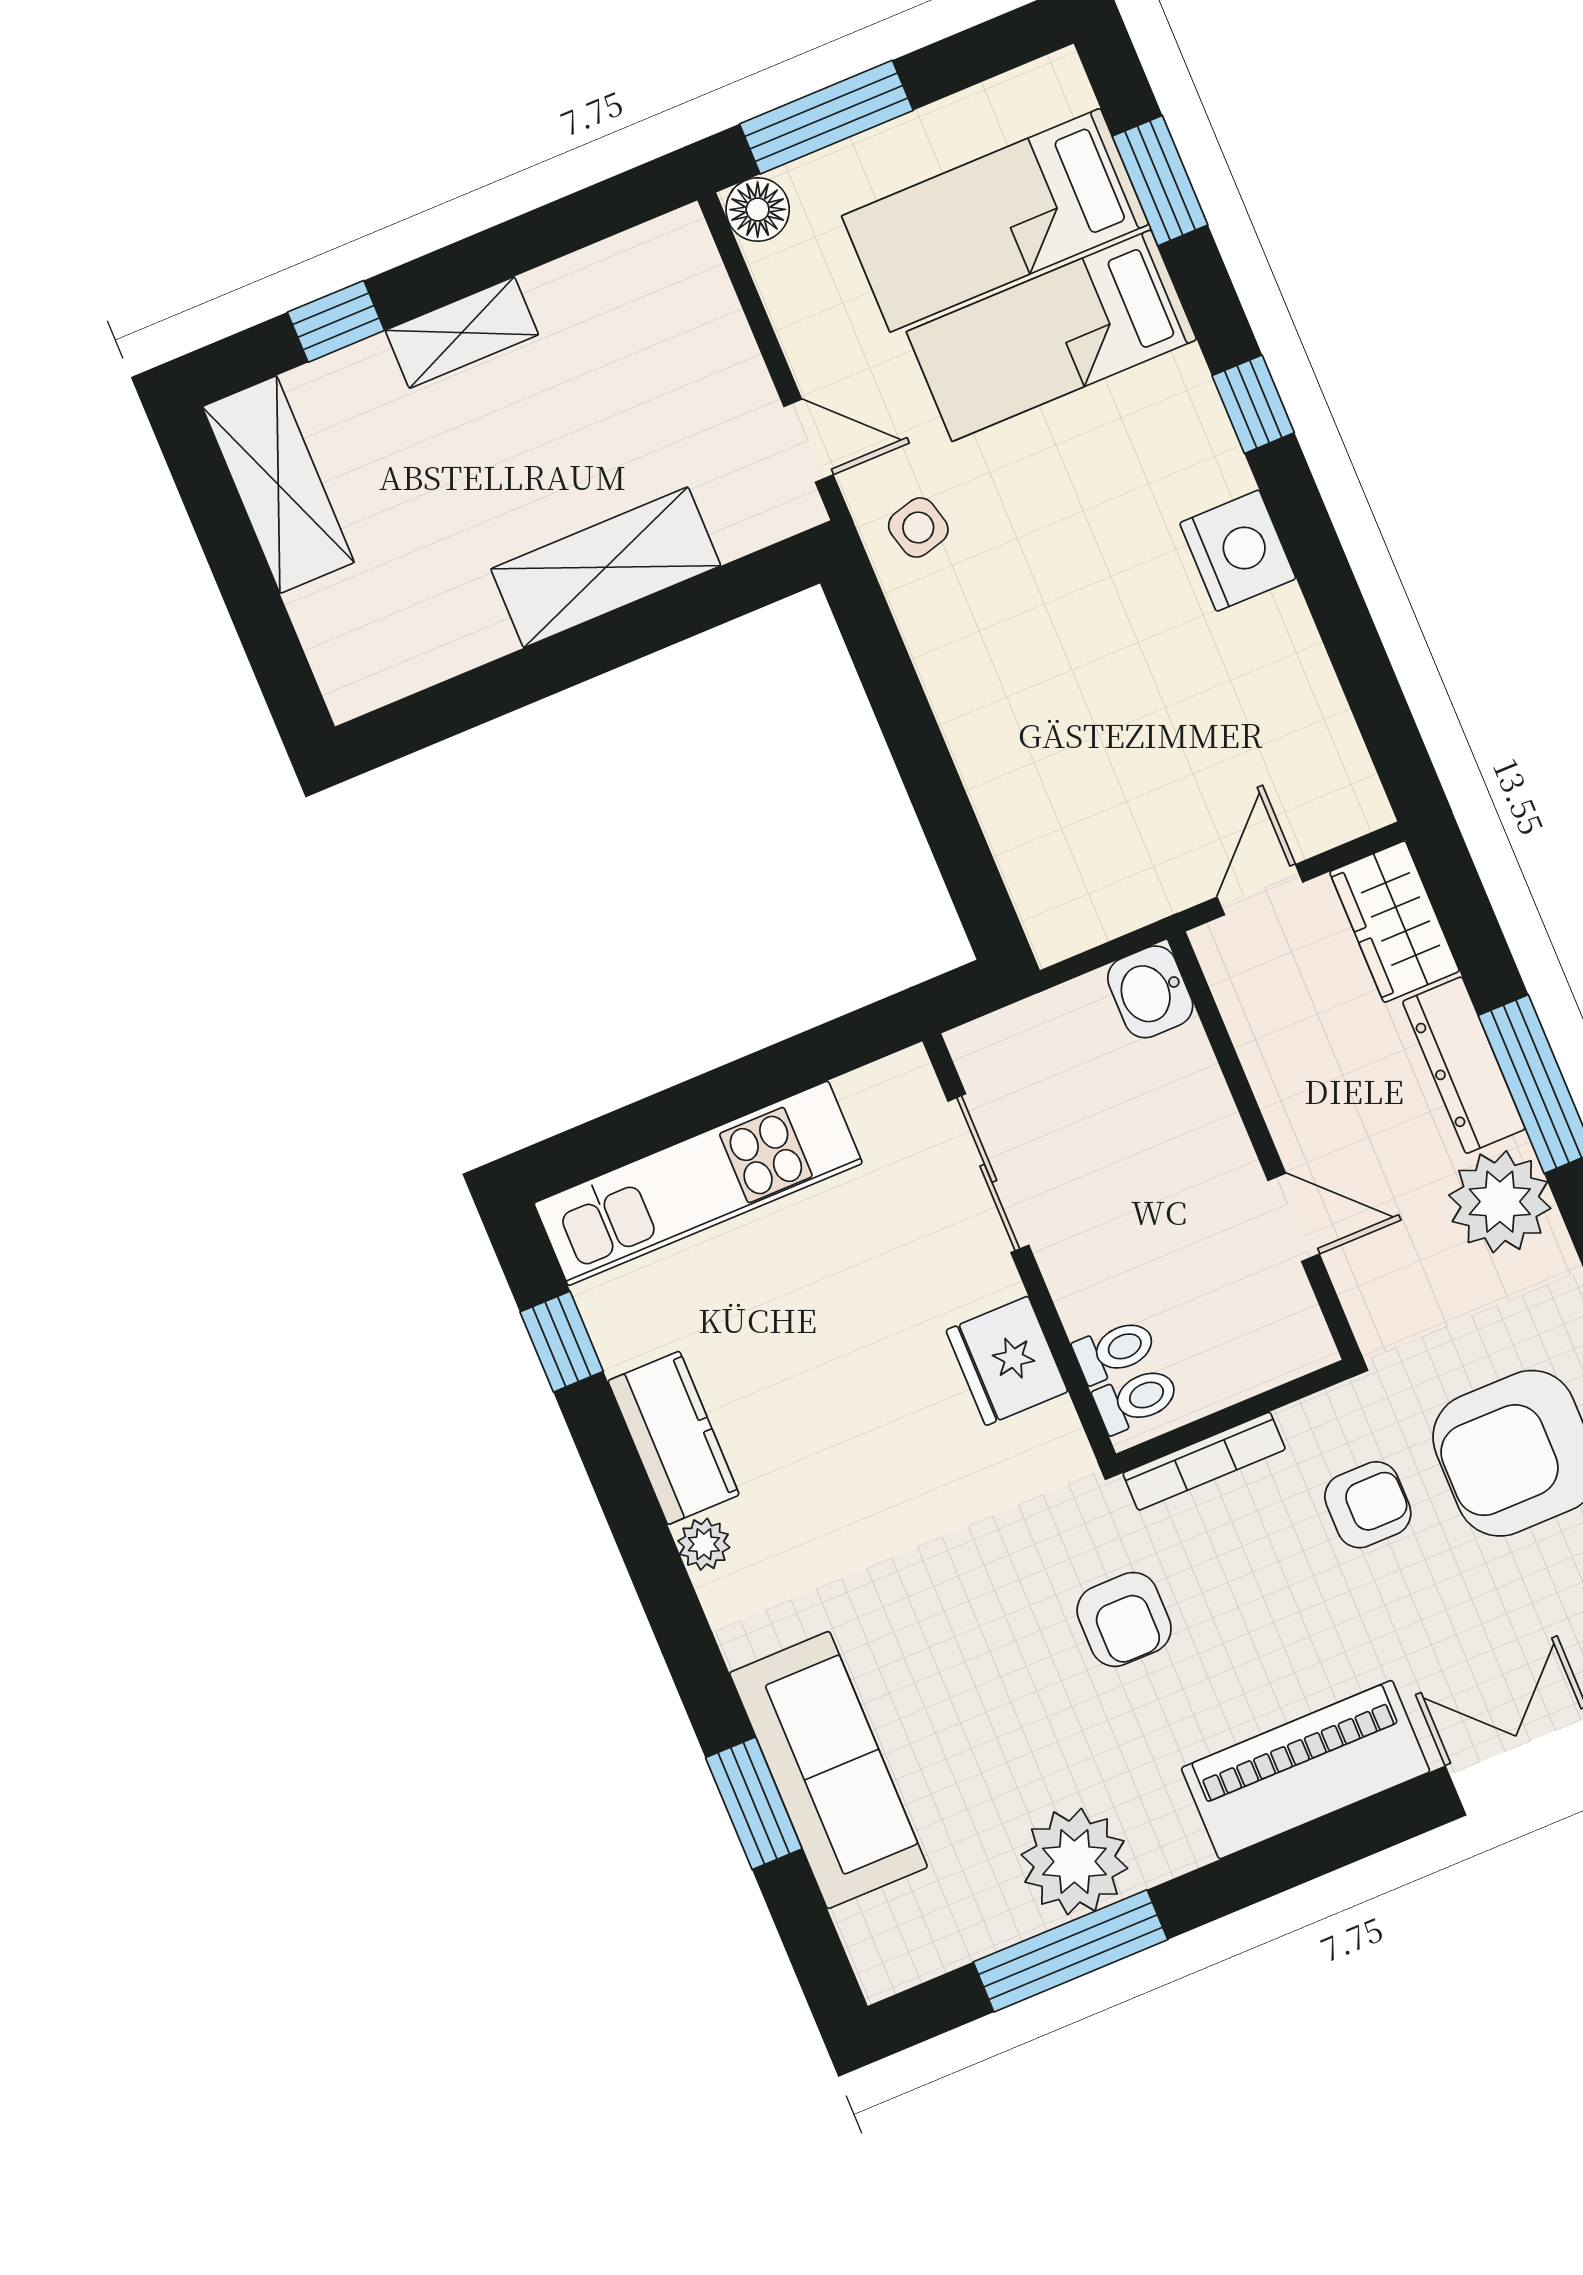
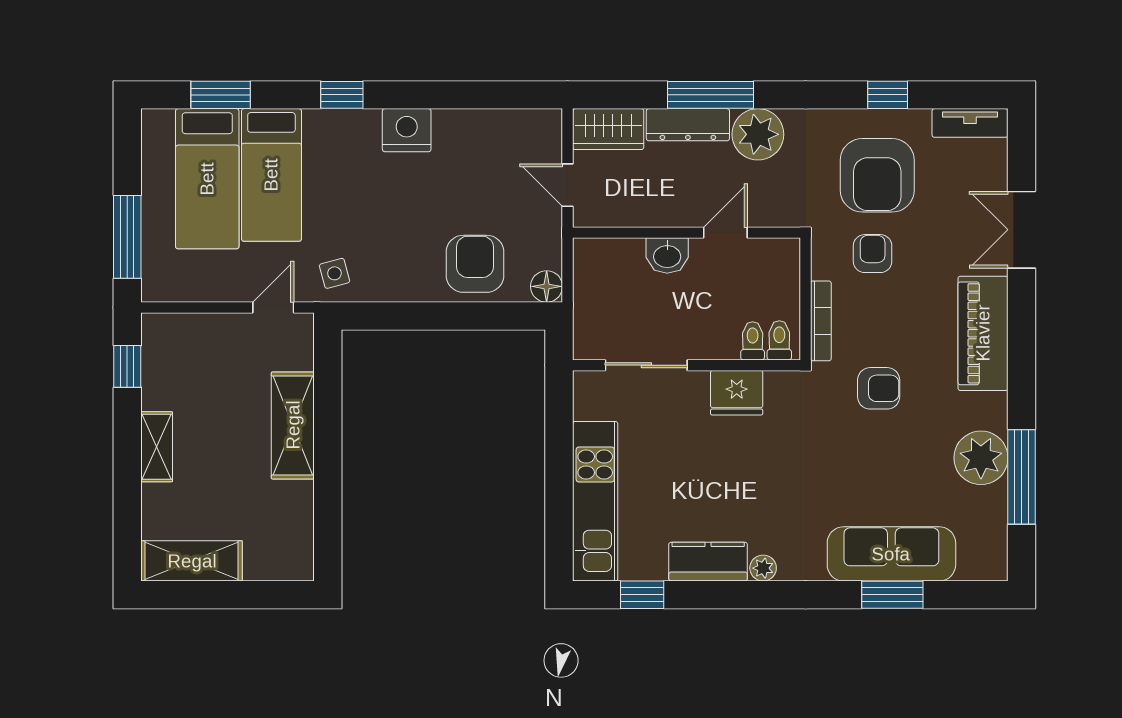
floor lamp: (758, 210) -> (547, 286), moved
window: (336, 321) -> (127, 366), moved
armchair: (1044, 779) -> (475, 264), added
washbasin: (1150, 992) -> (667, 255), moved

